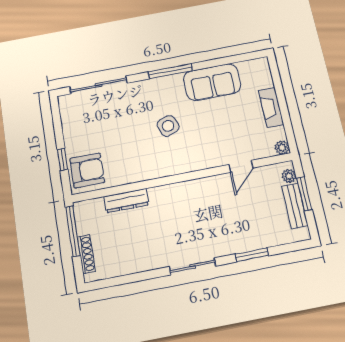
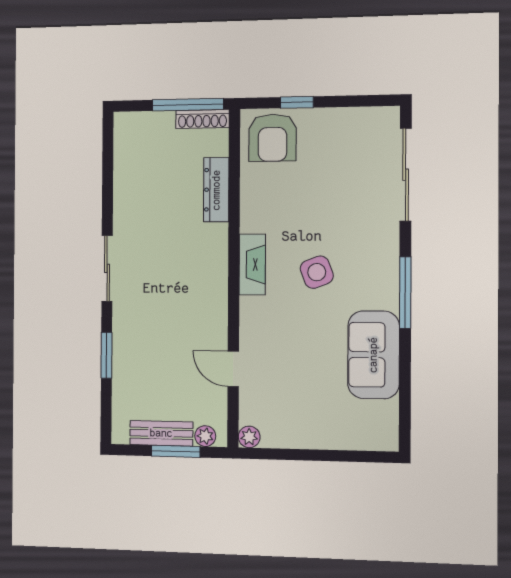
fireplace: (271, 107) -> (252, 265), moved, turned 90
shoe rack: (86, 254) -> (202, 119), moved

